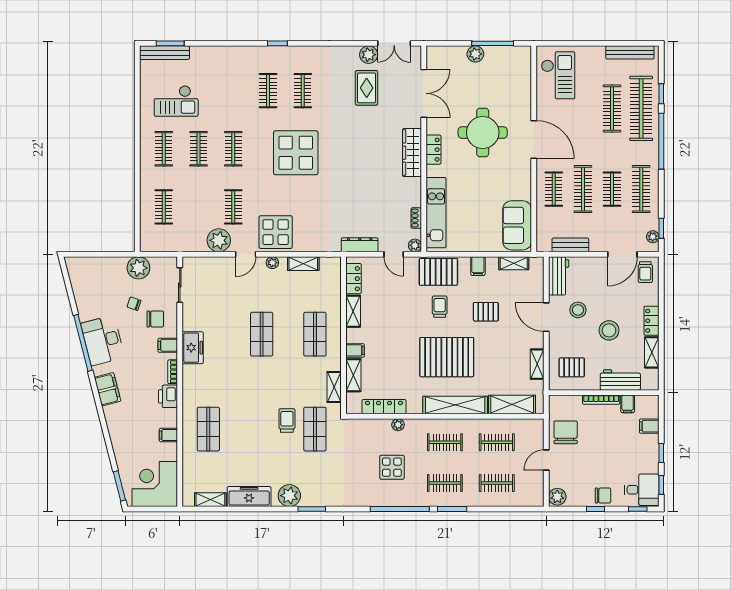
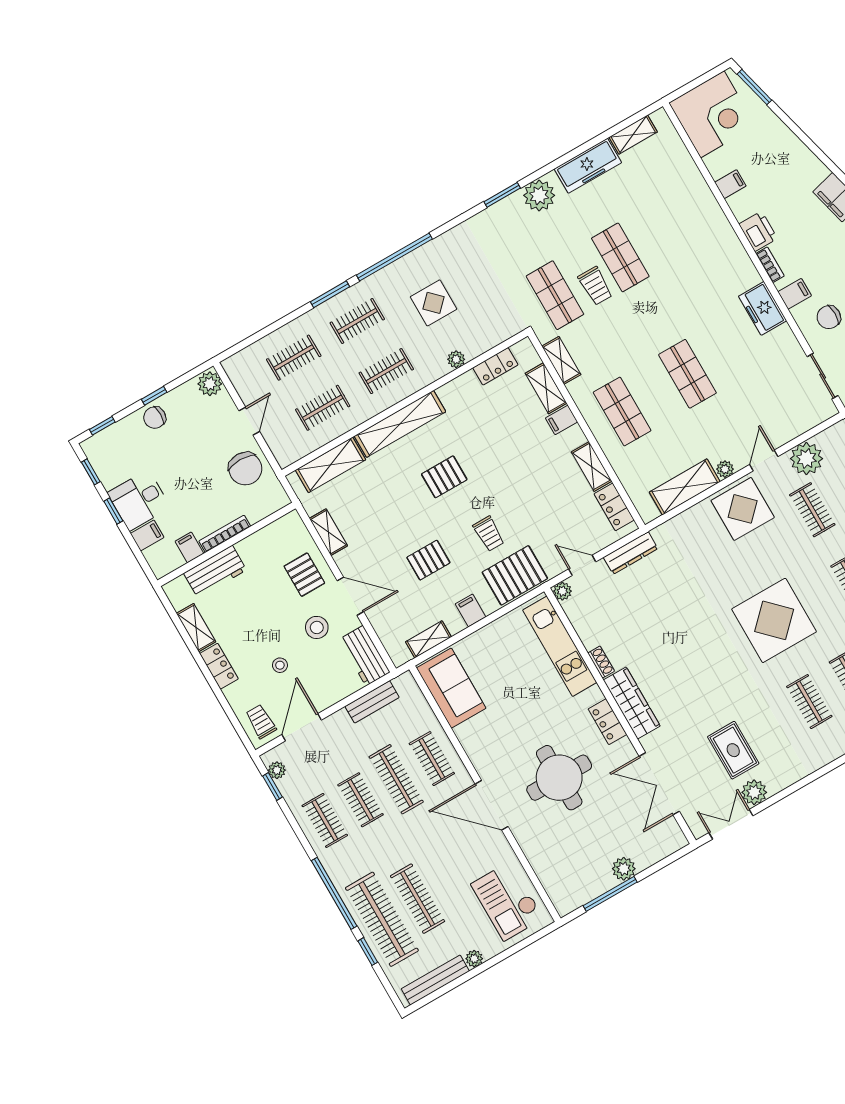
plant: (599, 52) -> (474, 959), added
clothes rail: (641, 189) -> (325, 820), width x0.73
shoe rack: (416, 218) -> (601, 662), moved
shelving: (303, 264) -> (685, 487), width x1.50, depth x1.33
stool: (609, 330) -> (280, 665), moved, width x0.53, depth x0.53
pallet: (447, 357) -> (444, 477), width x0.49, depth x0.50
pallet: (572, 367) -> (304, 575), moved, turned 90
locker: (384, 407) -> (495, 366), width x0.66
shop shelf: (208, 429) -> (620, 257), moved
desk: (642, 490) -> (139, 500), moved

